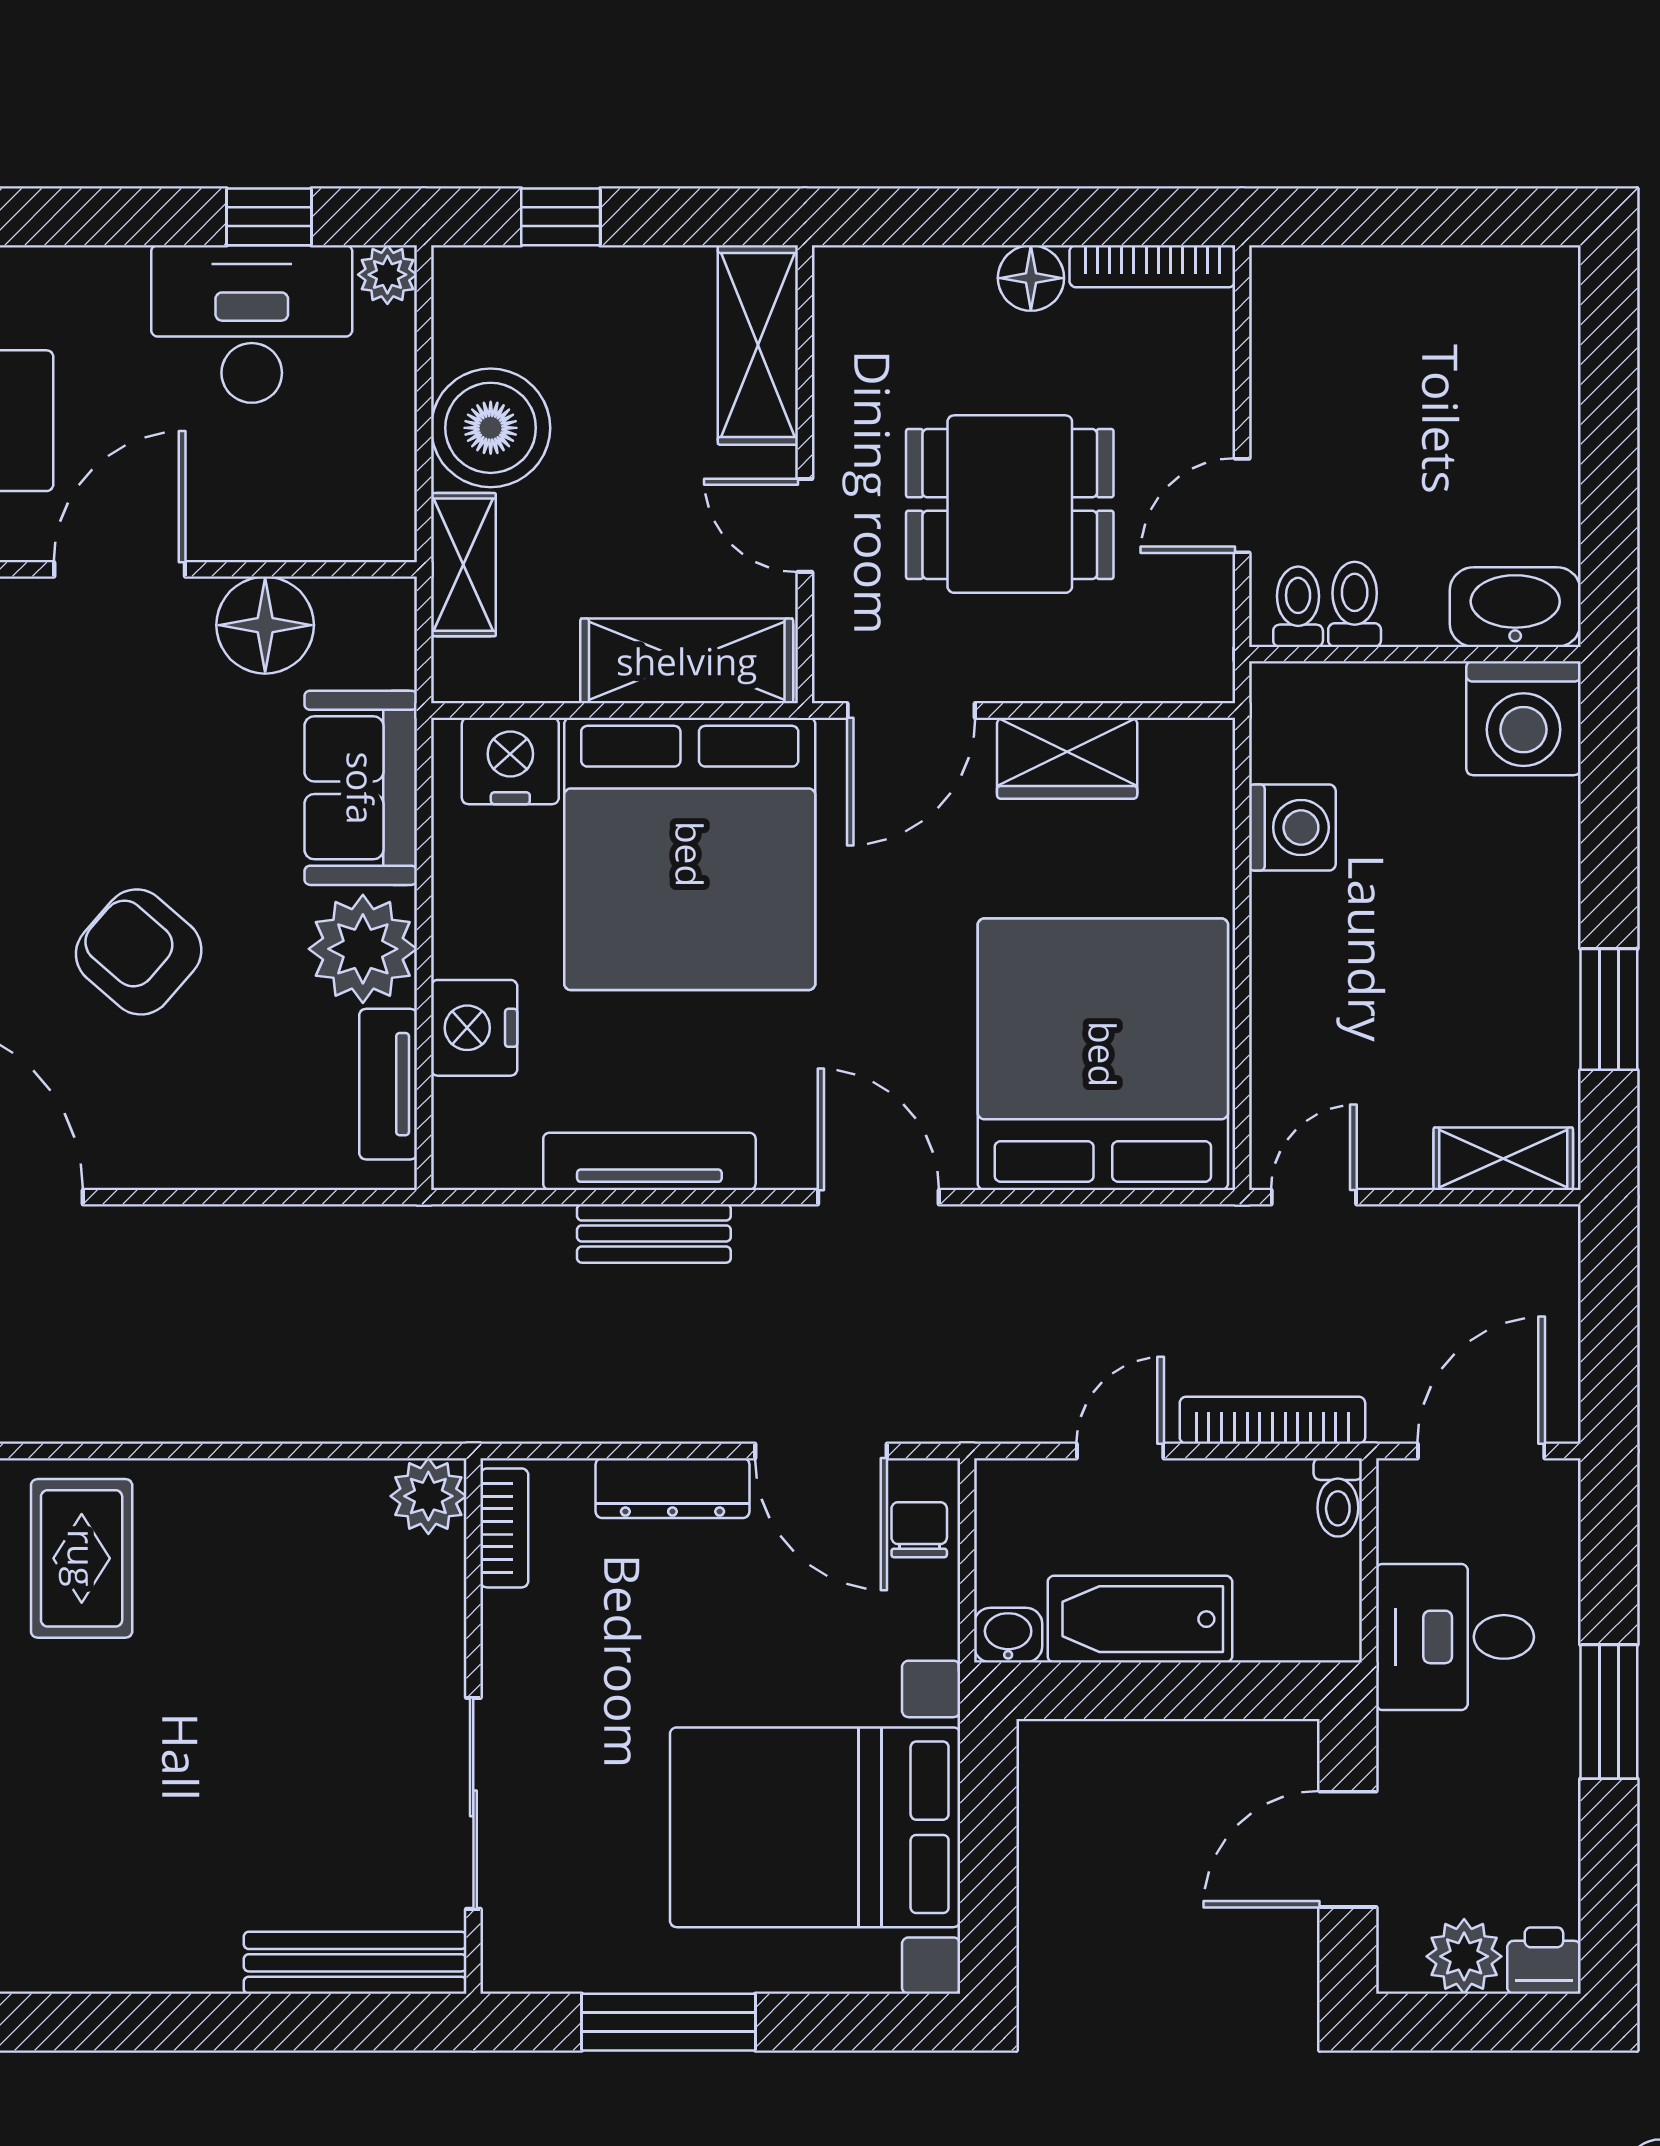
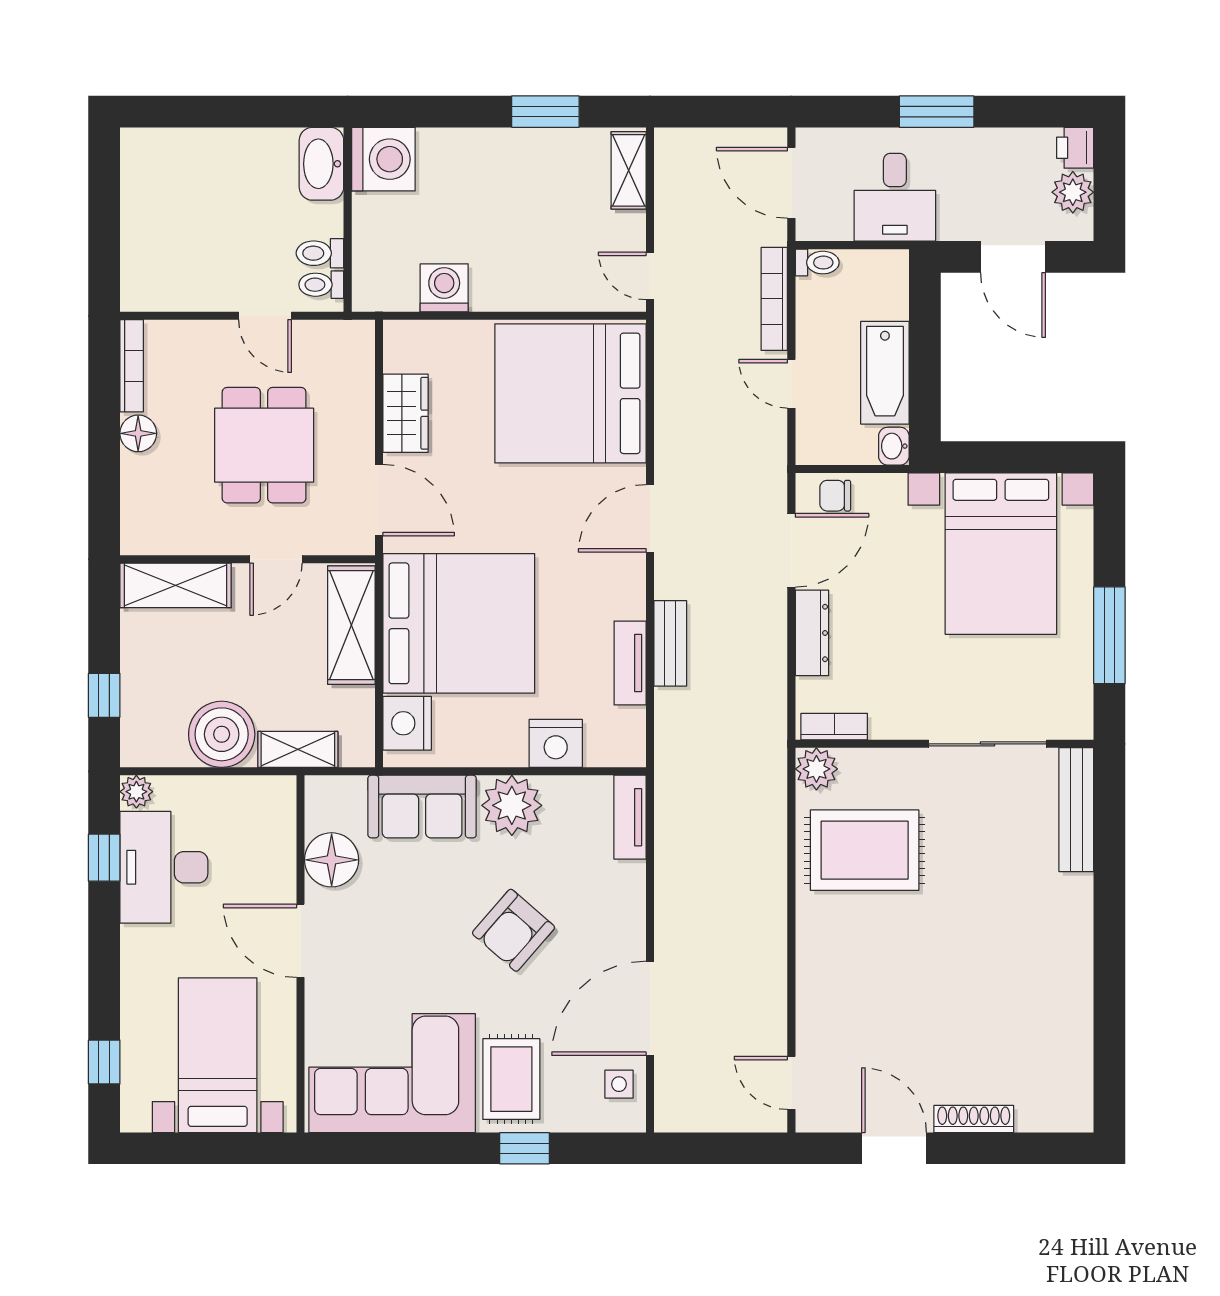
tv unit: (388, 1084) -> (630, 817), moved, turned 90
tv unit: (649, 1161) -> (630, 663), width x0.71
rug: (82, 1558) -> (865, 850), moved, width x1.36, depth x1.43

